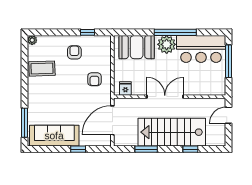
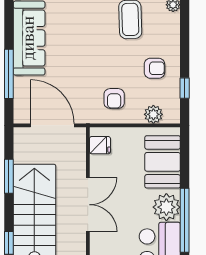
plant: (105, 53) -> (153, 114), added
armchair: (94, 79) -> (114, 99), turned -90
window: (78, 149) -> (9, 74), width x2.17

